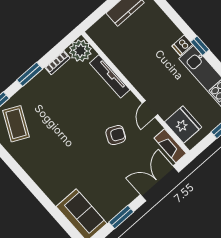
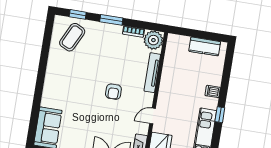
dishwasher: (182, 45) -> (213, 91), moved
armchair: (116, 135) -> (113, 92), moved, turned 65

